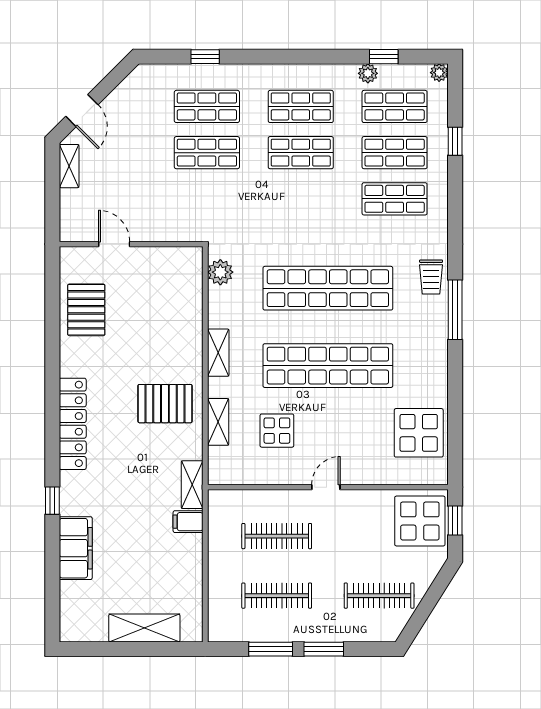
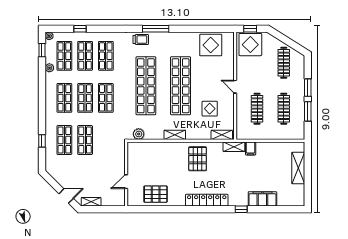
window: (384, 57) -> (42, 50), moved
shop shelf: (301, 199) -> (106, 98), added
shelving: (218, 422) -> (222, 135), moved

